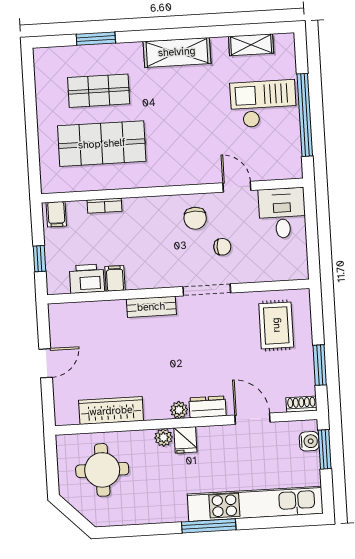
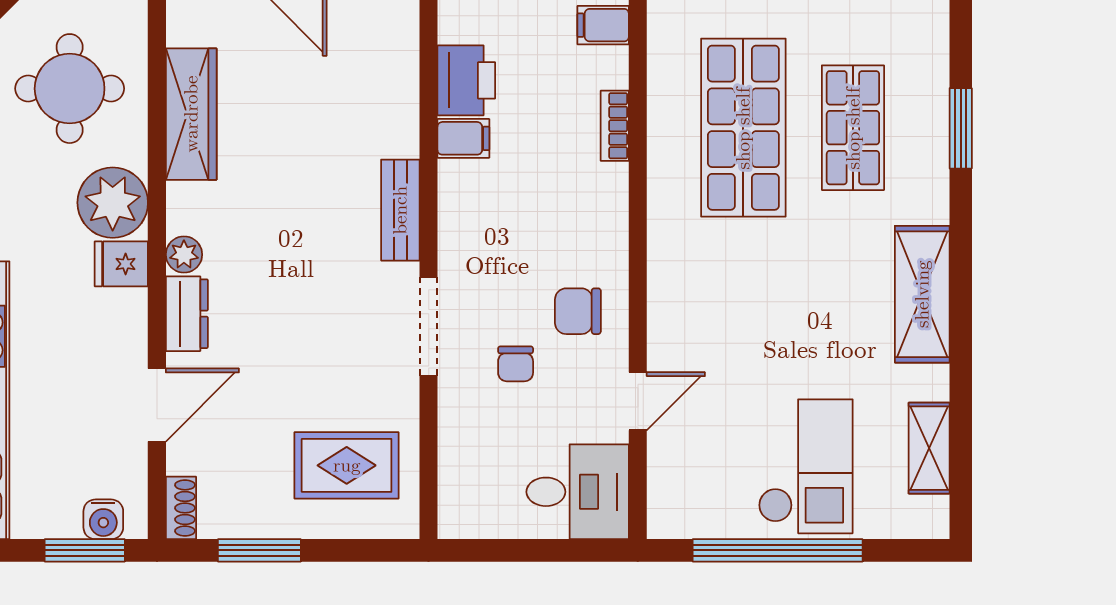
plant: (164, 437) -> (113, 203), width x1.87, depth x1.87

